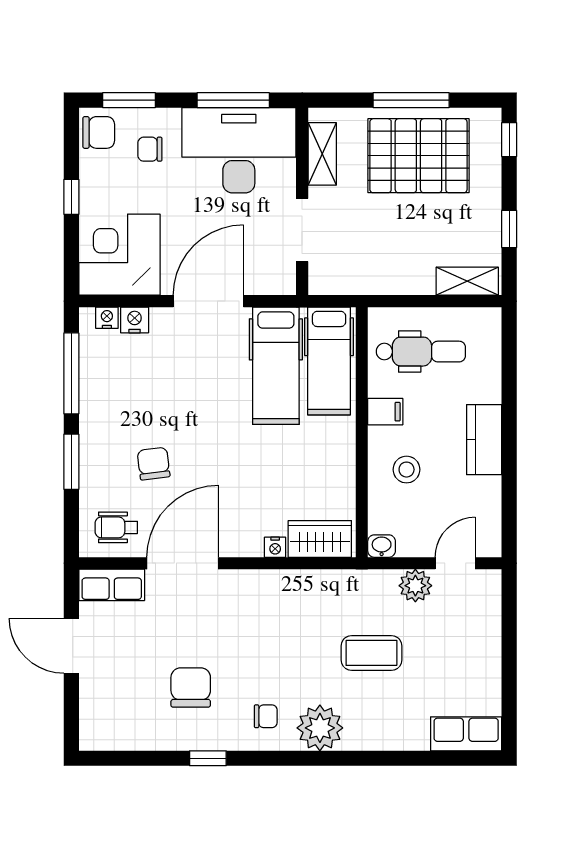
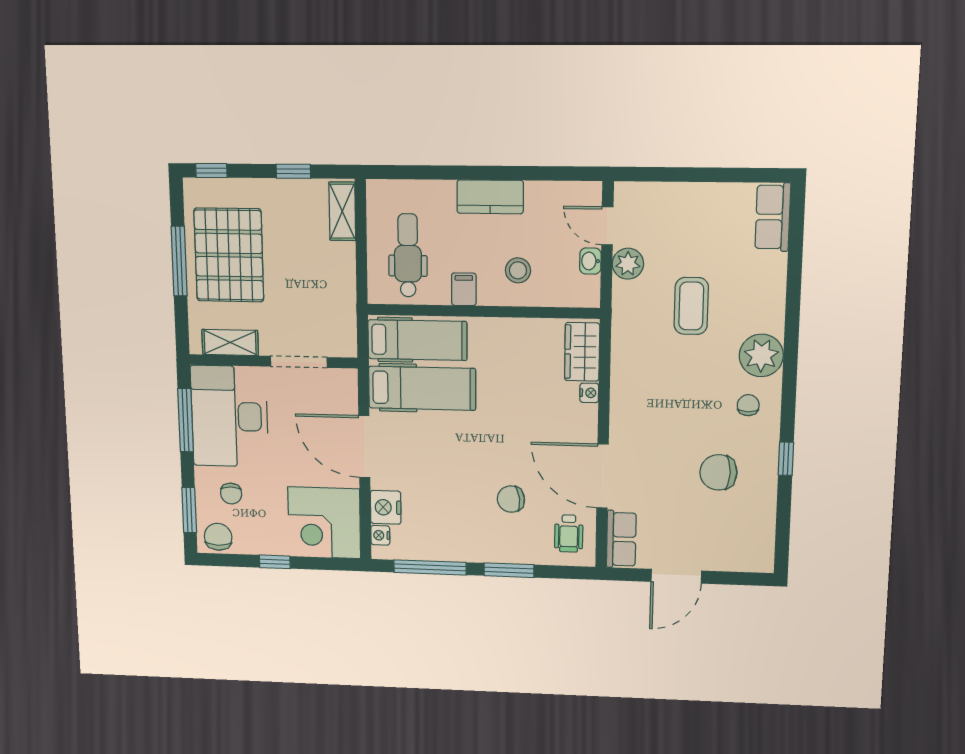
nightstand: (135, 320) -> (386, 507), width x1.36, depth x1.33
washbasin: (382, 546) -> (590, 261), moved

